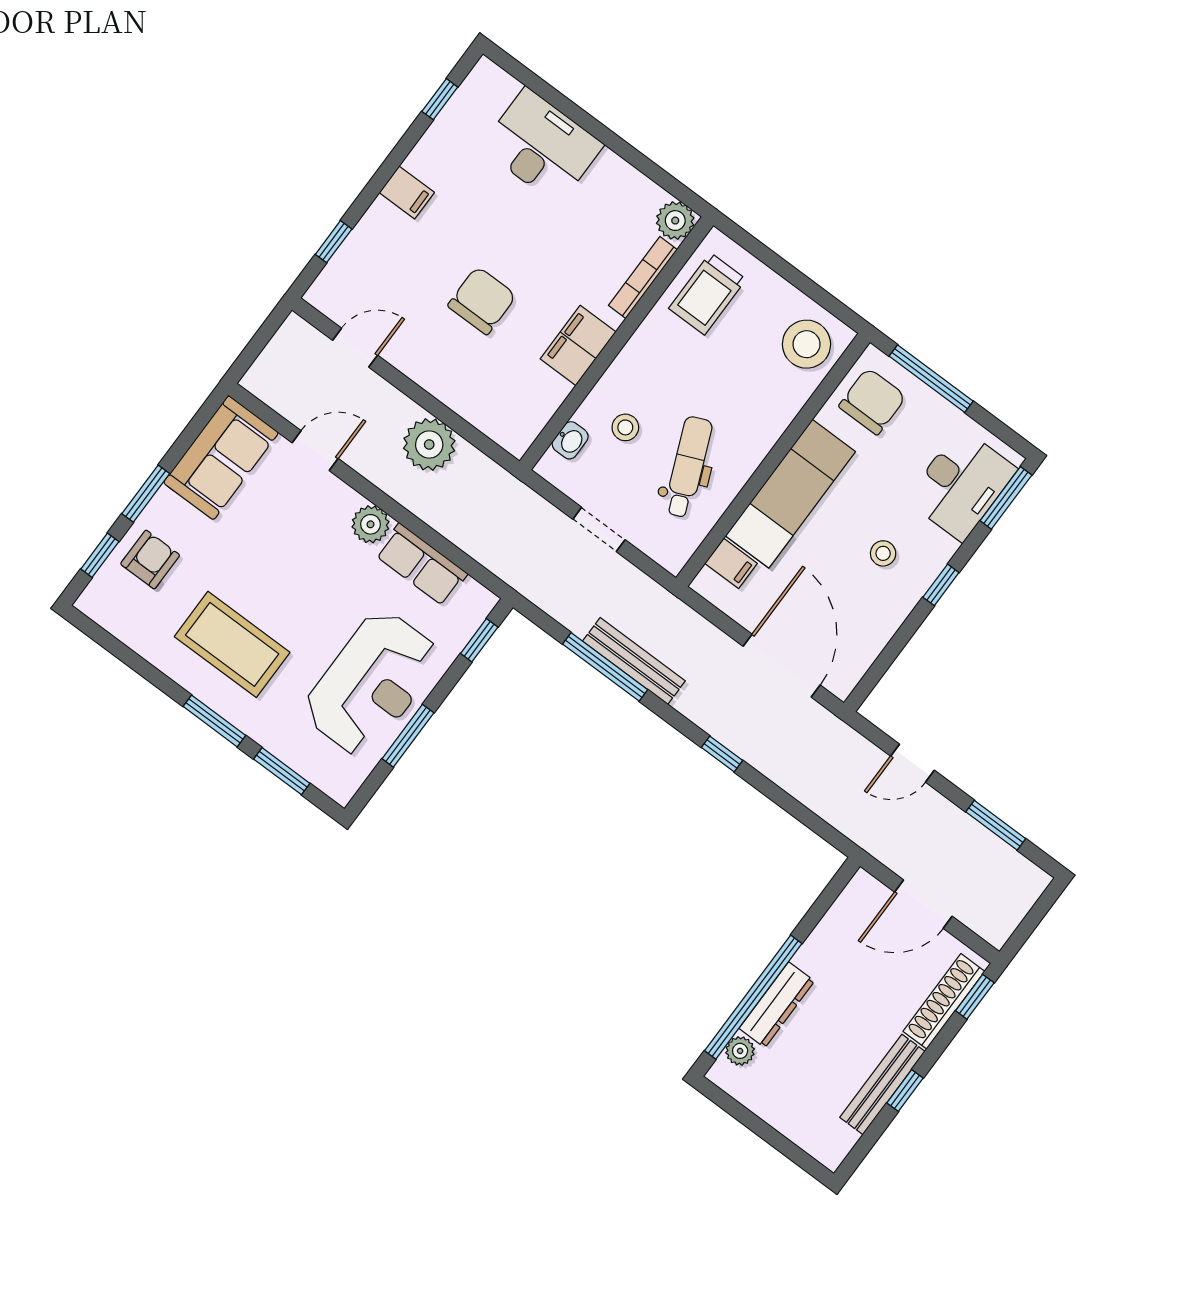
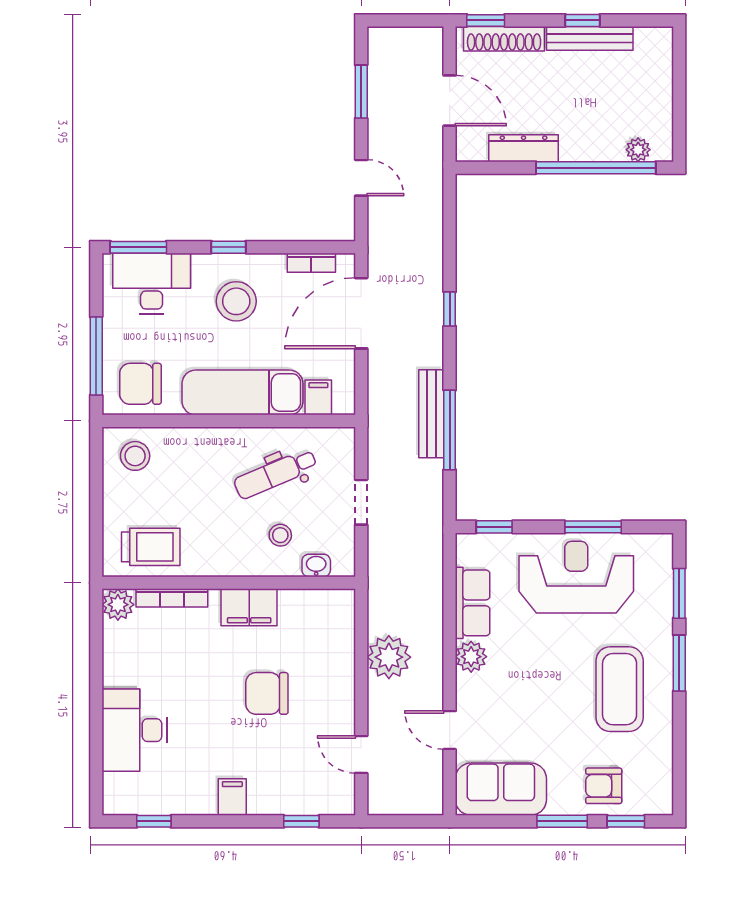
stool: (807, 344) -> (135, 456), width x0.73, depth x0.73
stool: (883, 553) -> (236, 301), width x1.89, depth x1.89
bookcase: (866, 654) -> (311, 263), added
dresser: (777, 1005) -> (524, 148), moved

